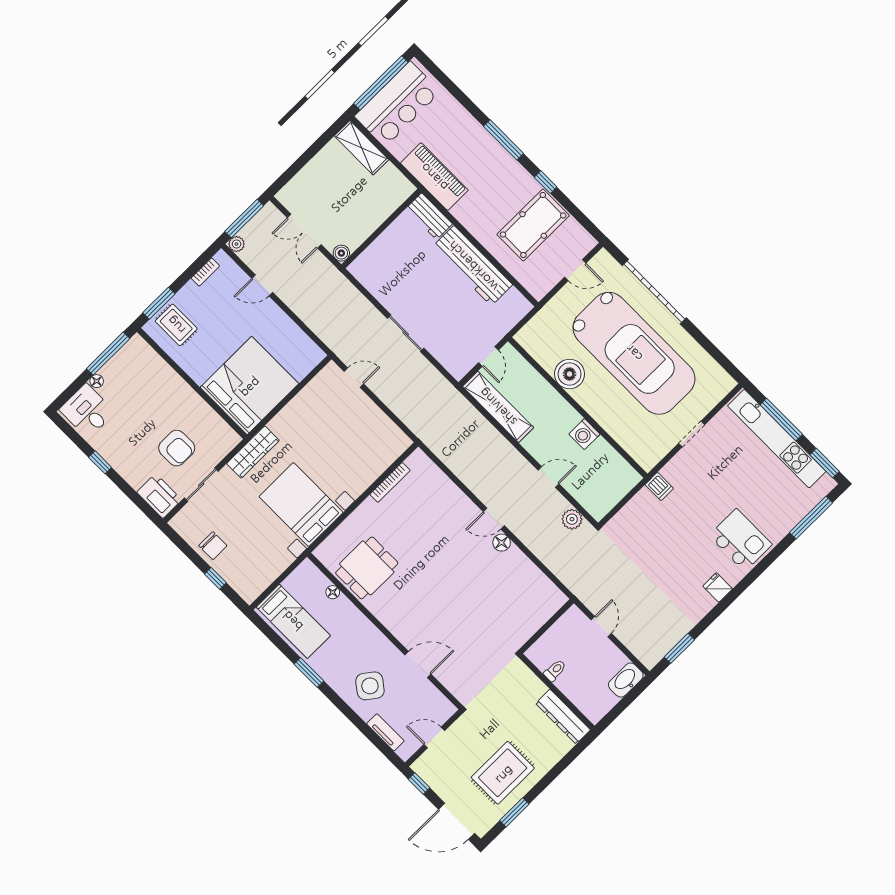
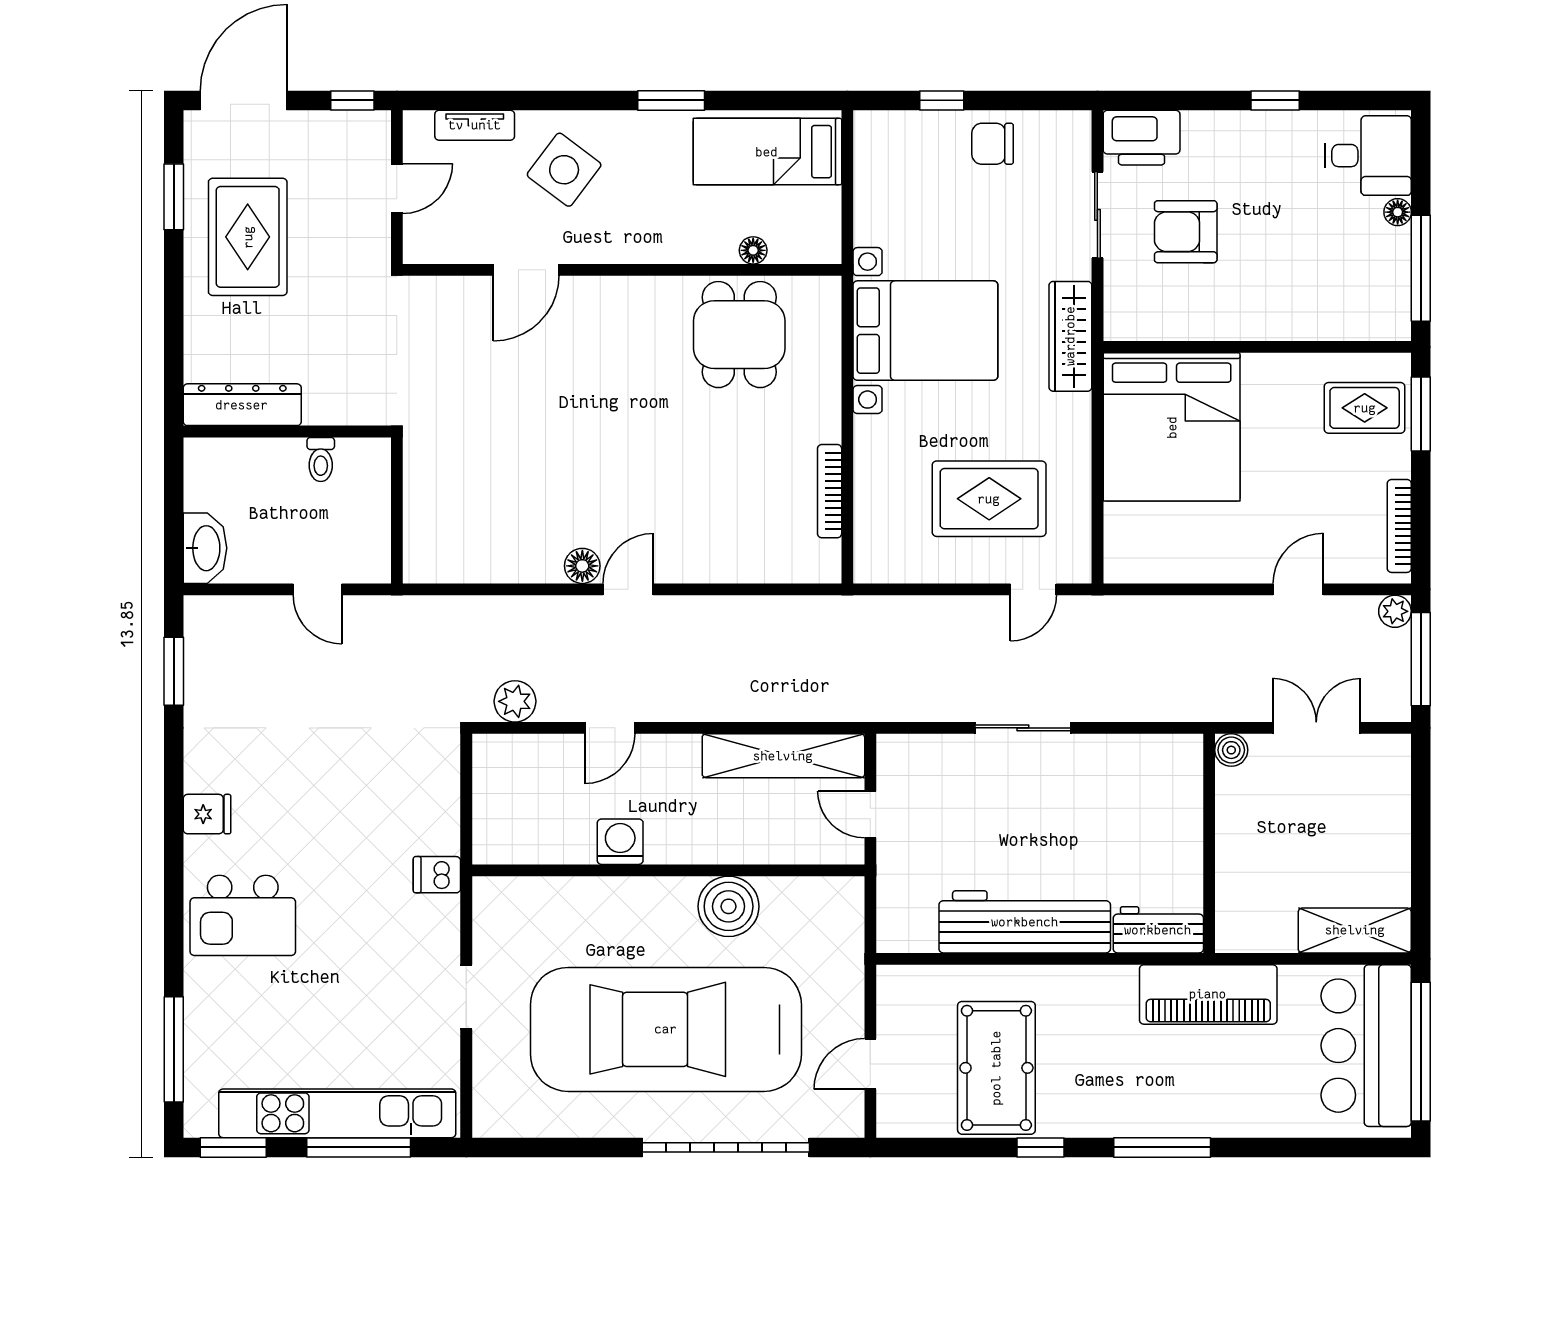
bookcase: (205, 272) -> (1399, 526), width x1.56
rug: (338, 424) -> (989, 499), added

